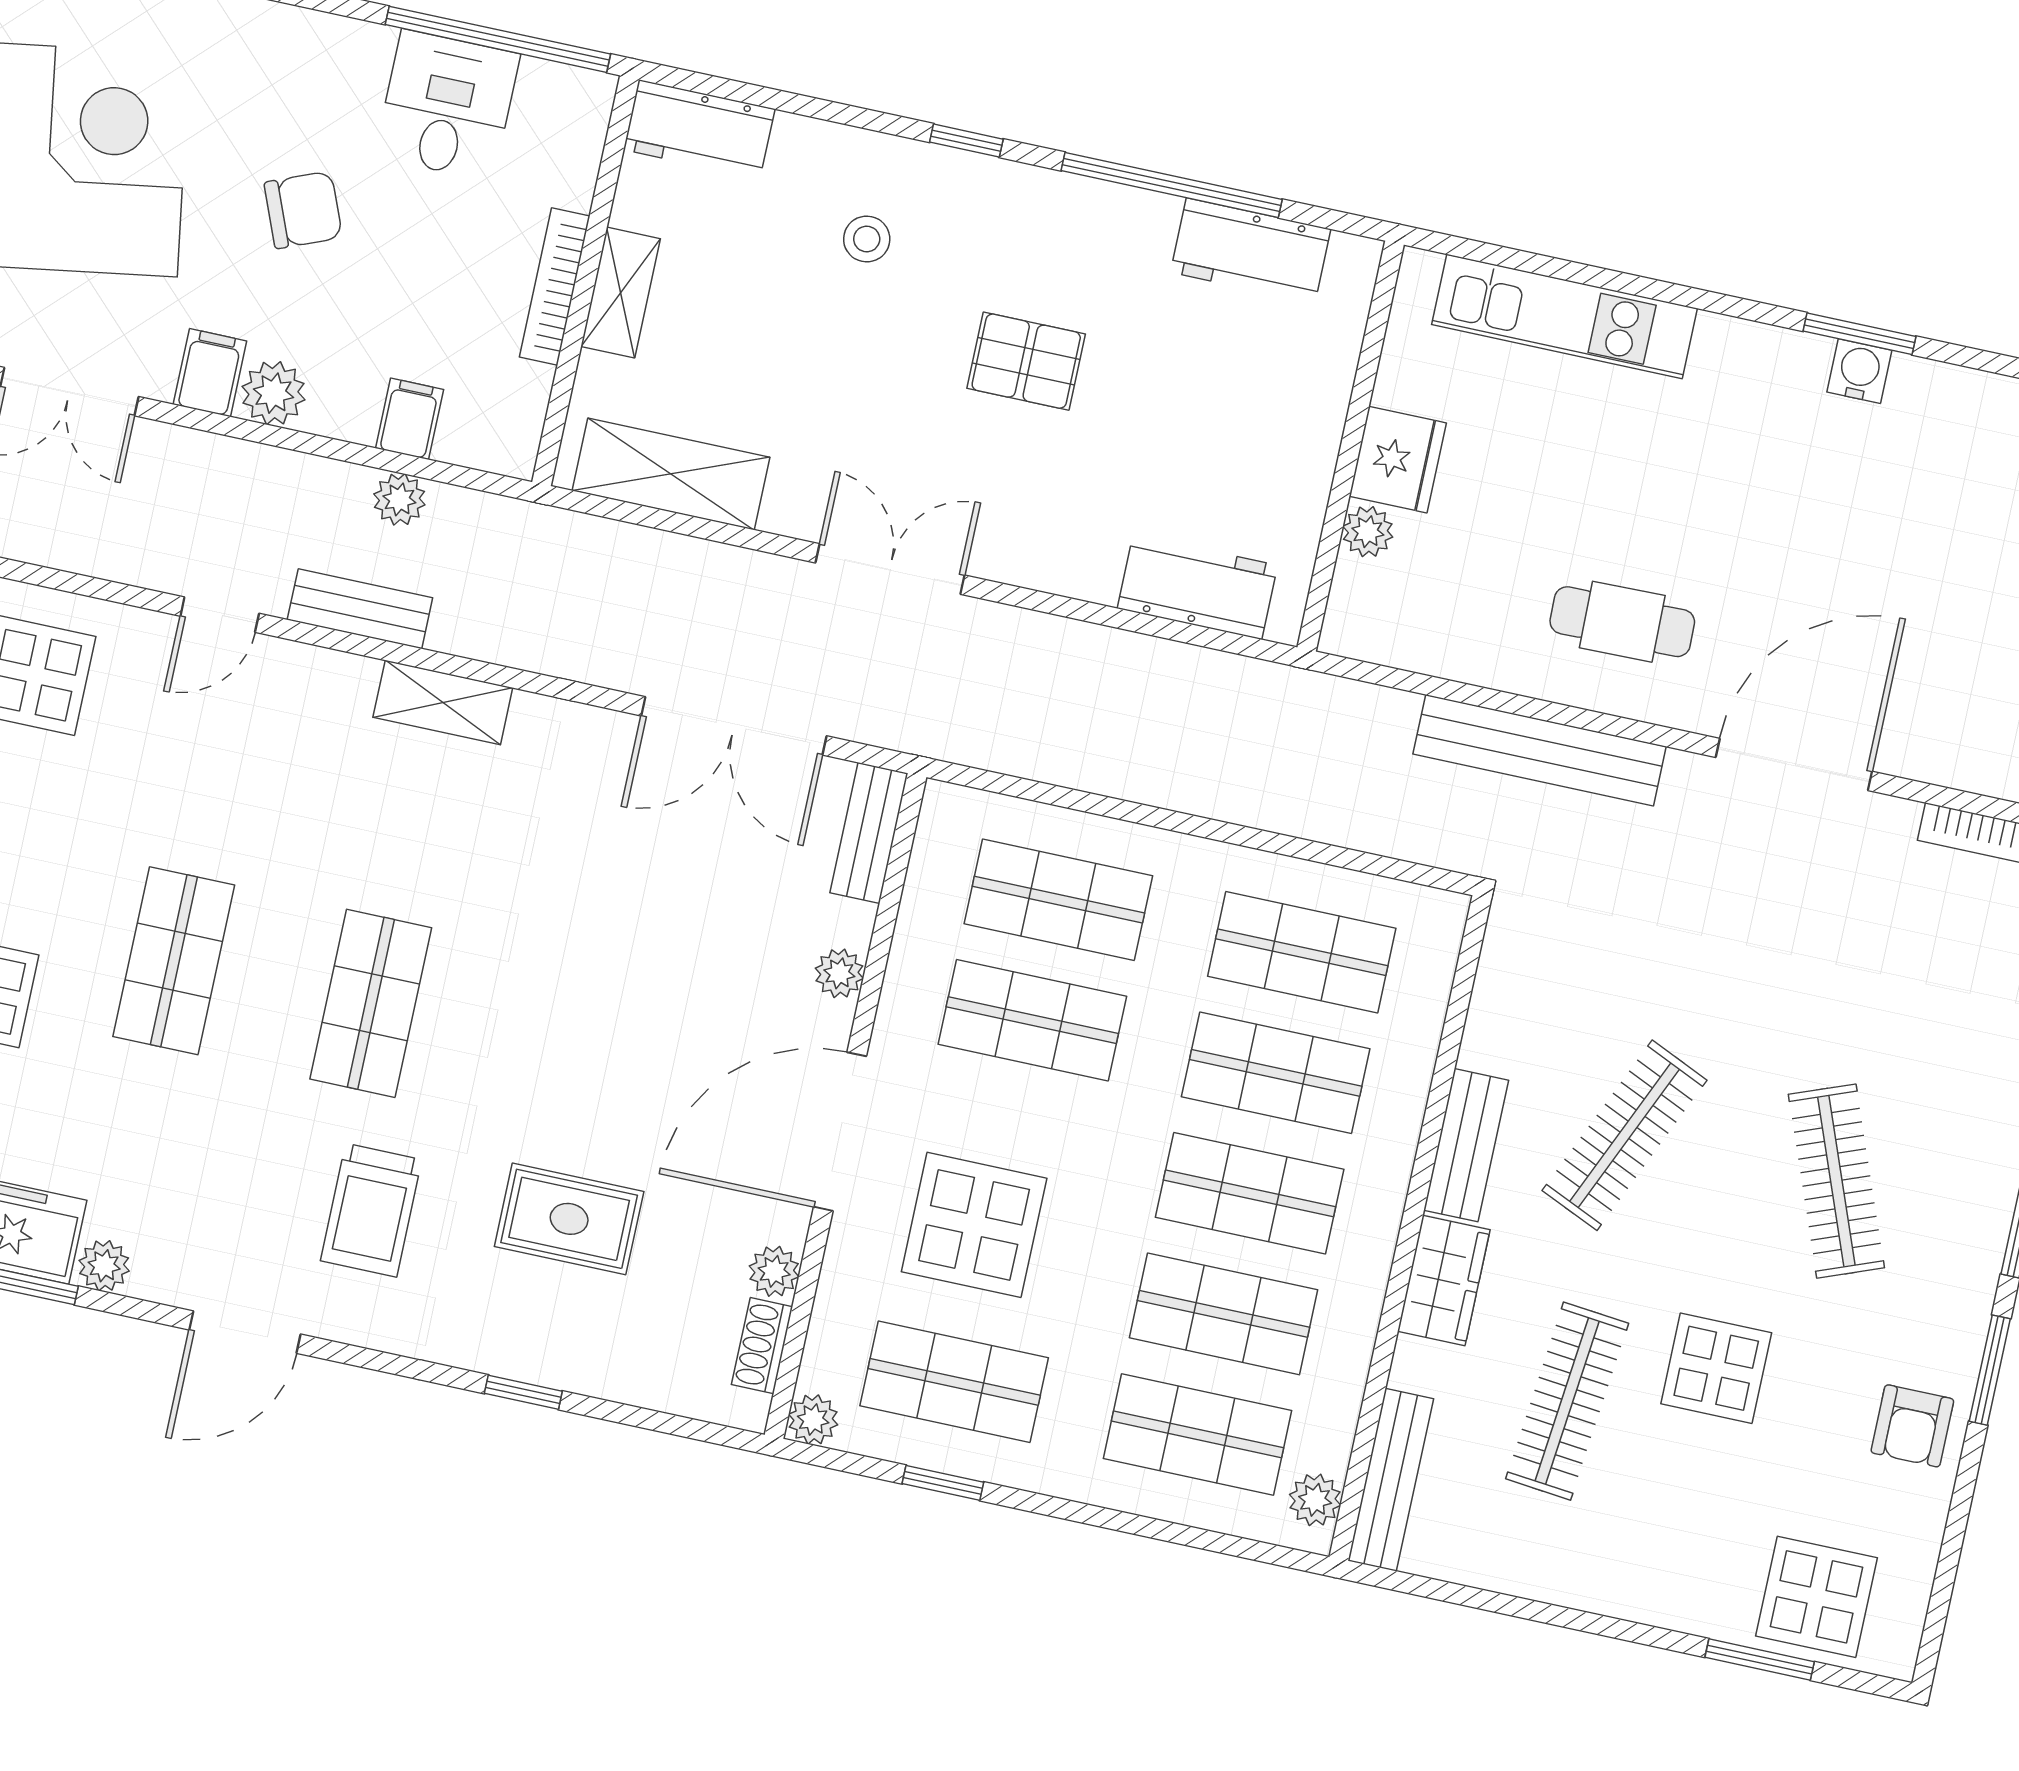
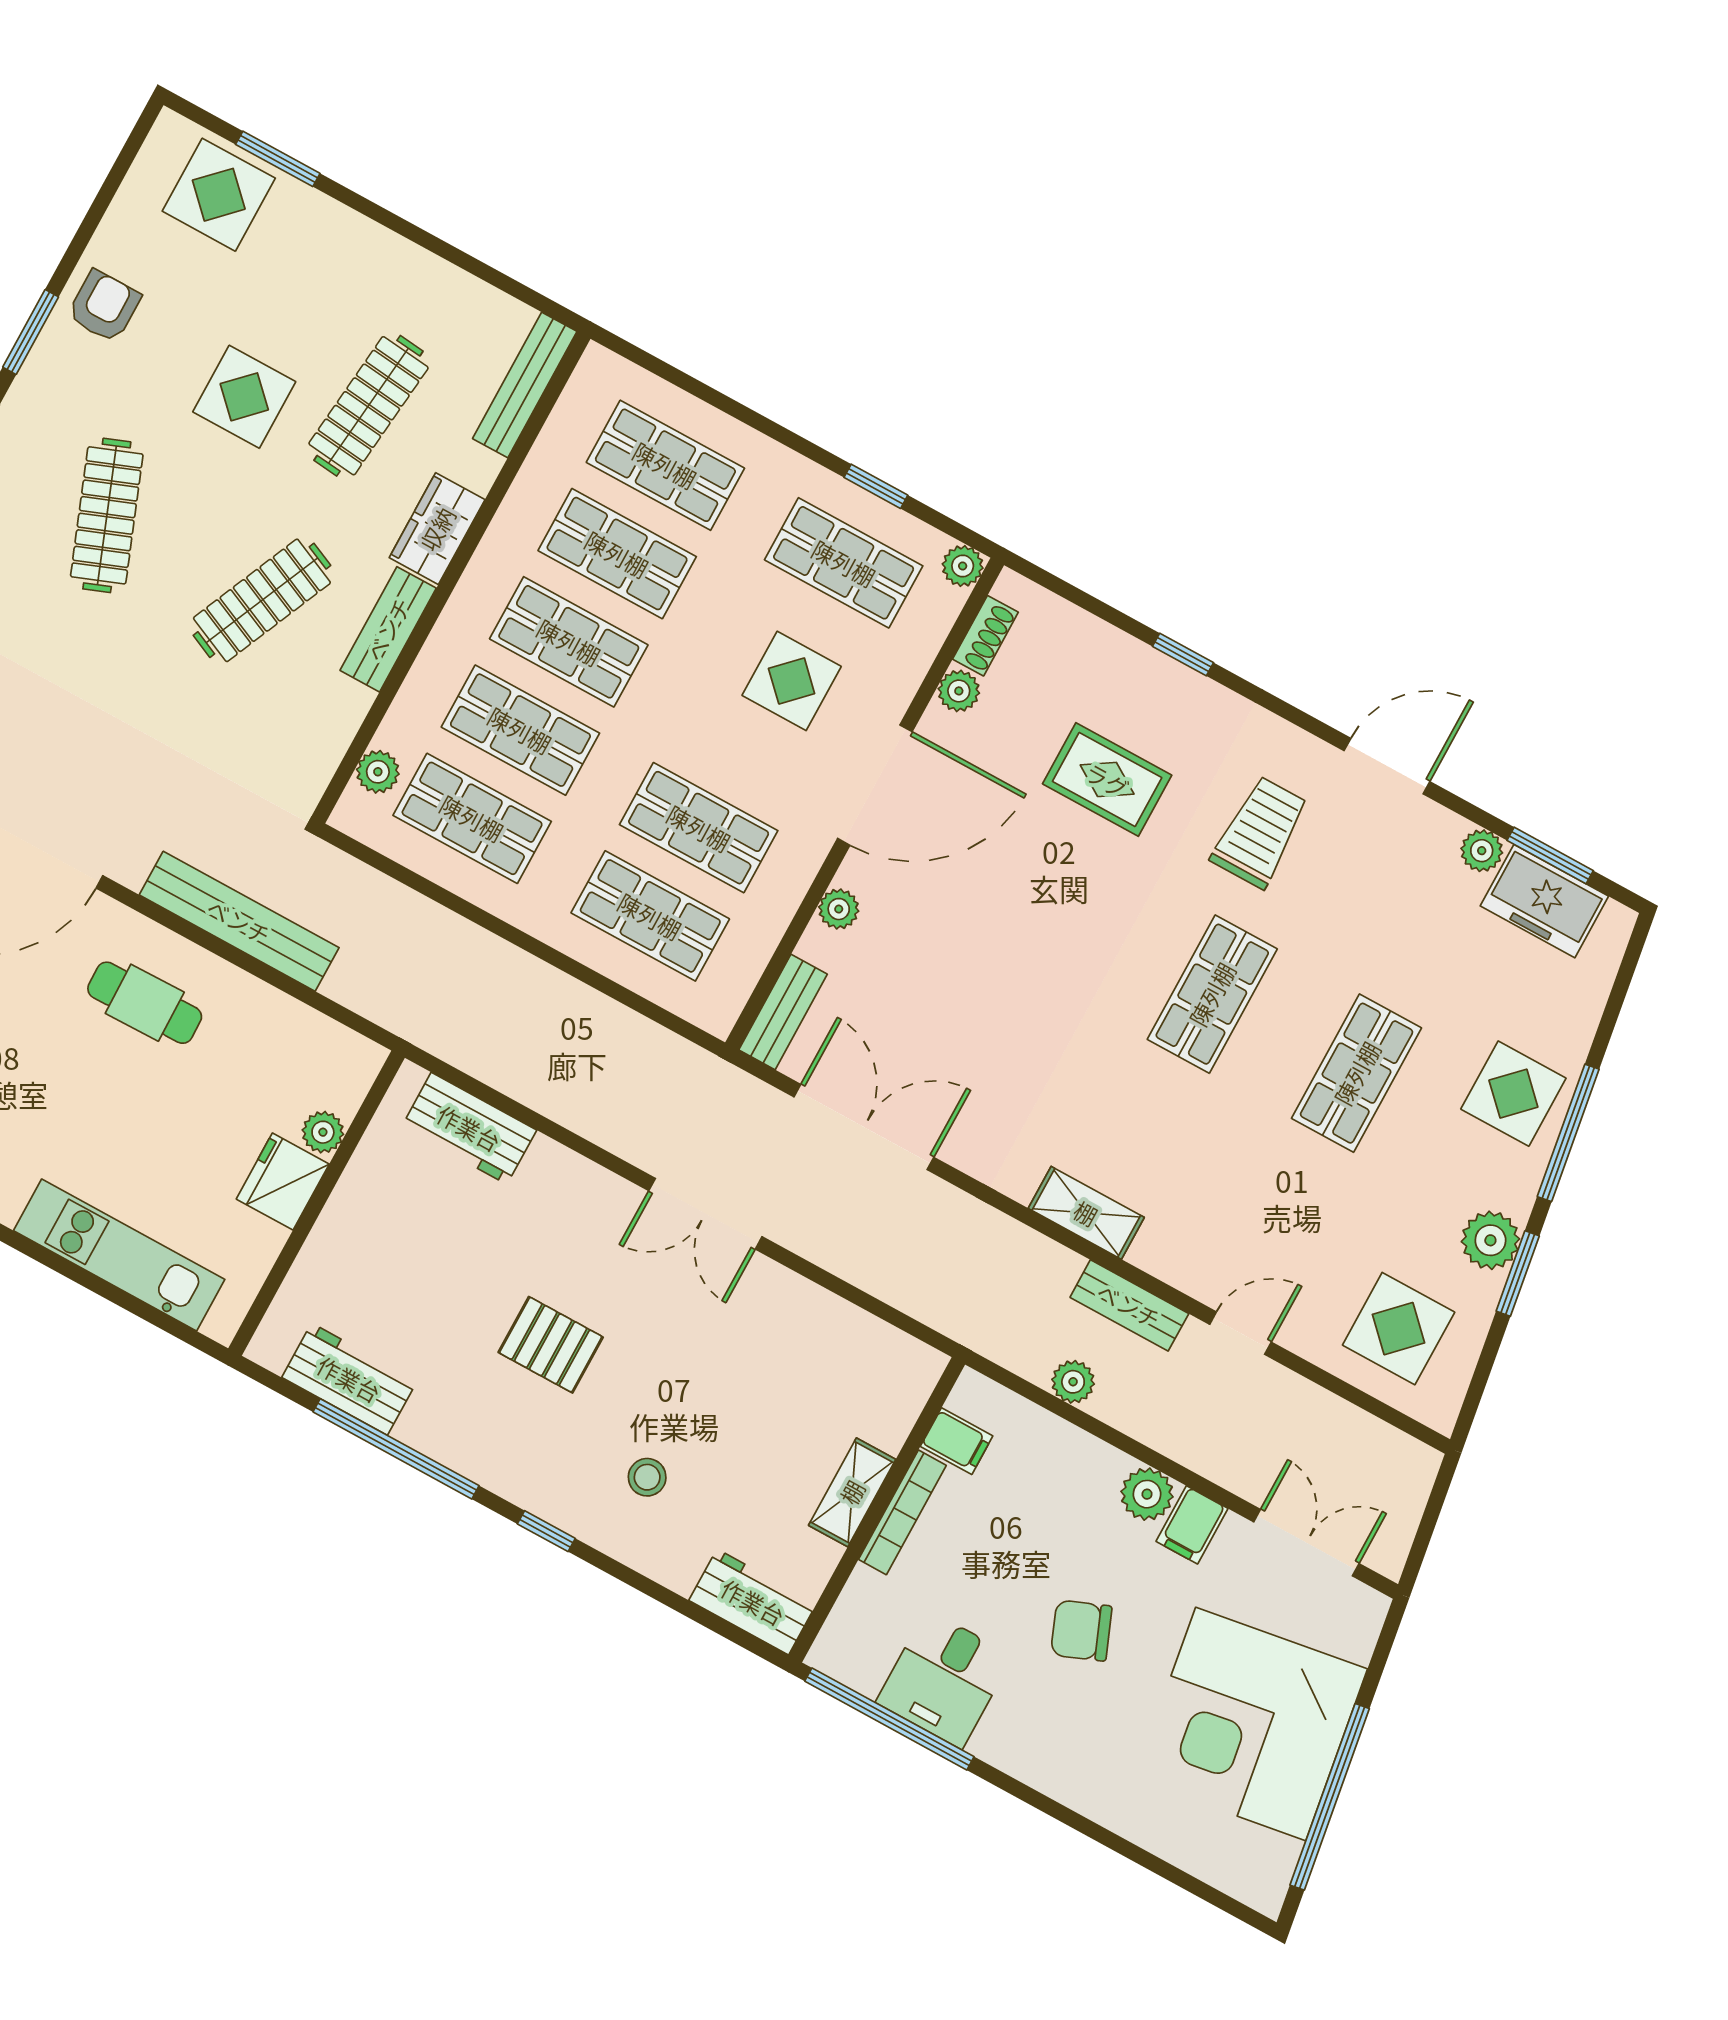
filing cabinet: (410, 419) -> (957, 1441), moved, turned -90
shelving: (671, 474) -> (855, 1339), removed
display table: (974, 1225) -> (792, 681), width x0.73, depth x0.73
plant: (1315, 1500) -> (378, 772), moved

